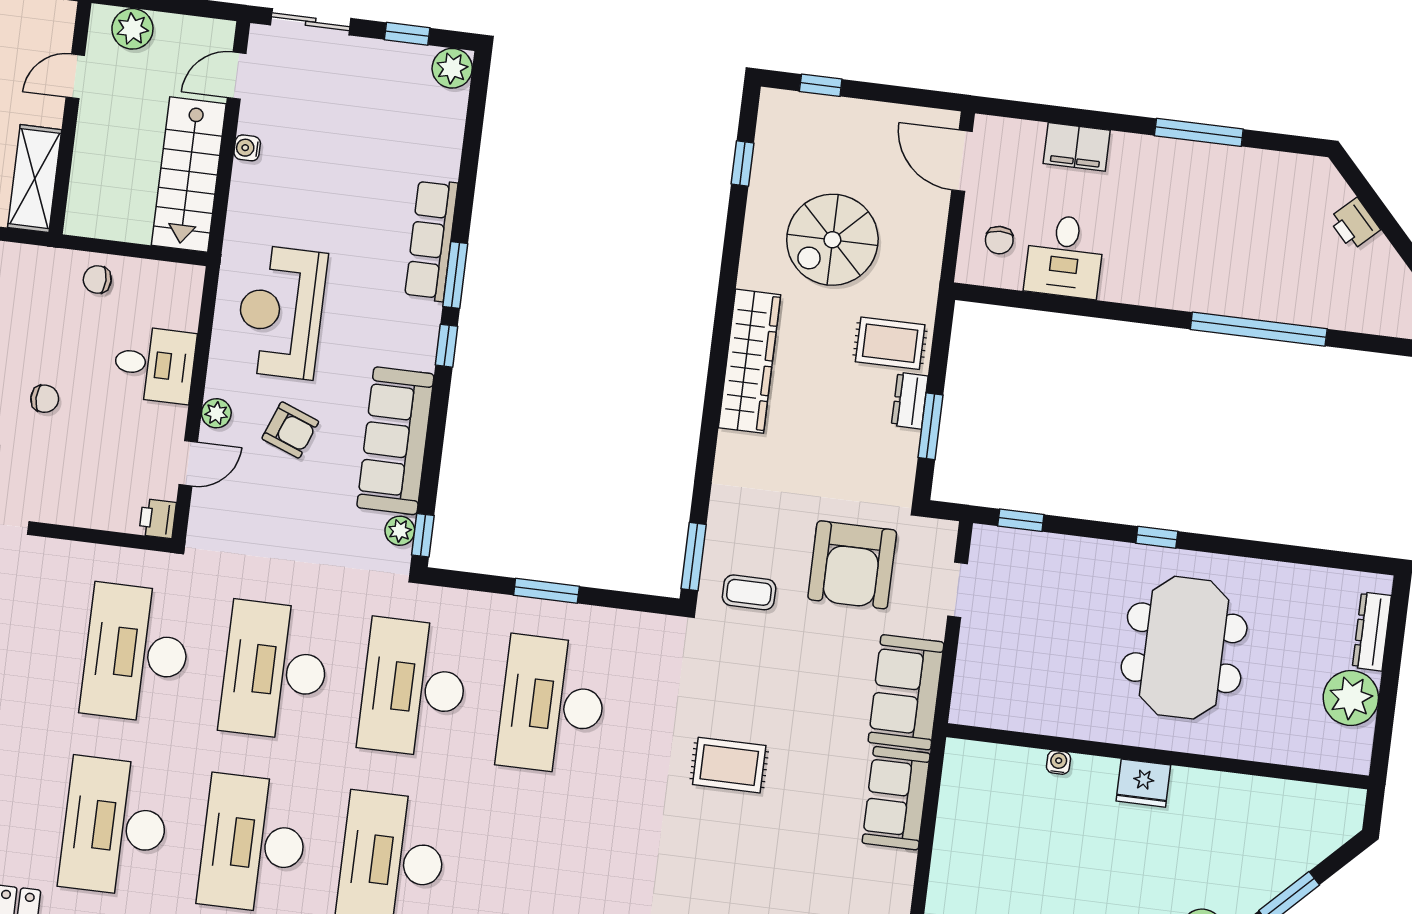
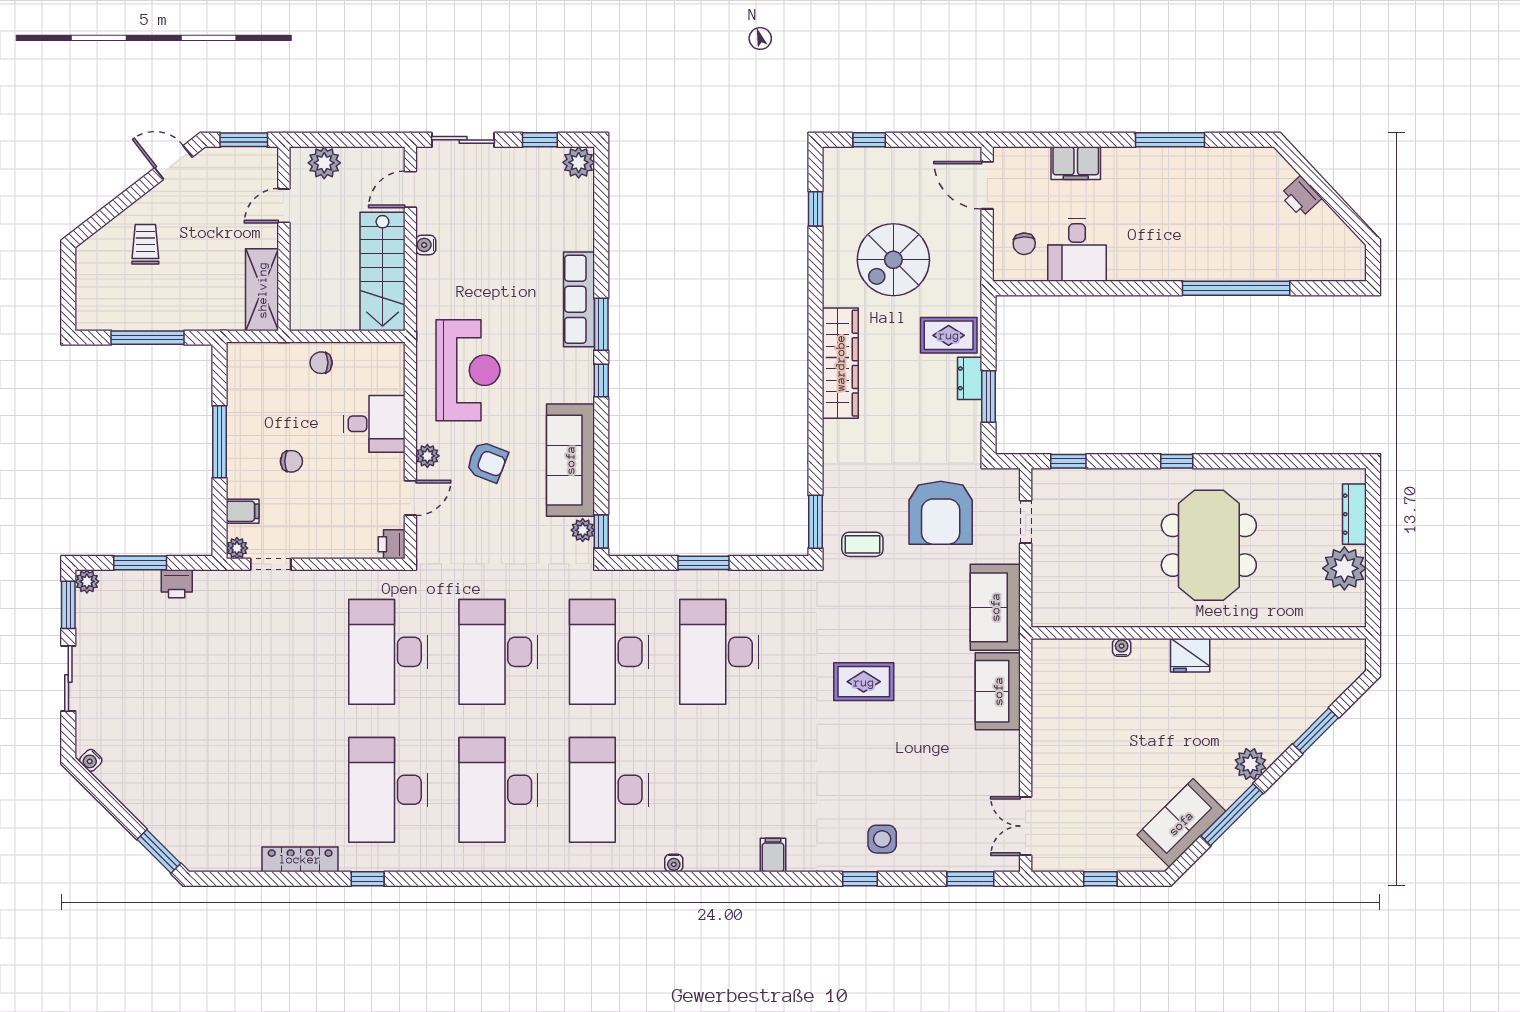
reception desk: (281, 312) -> (468, 370), turned 180

